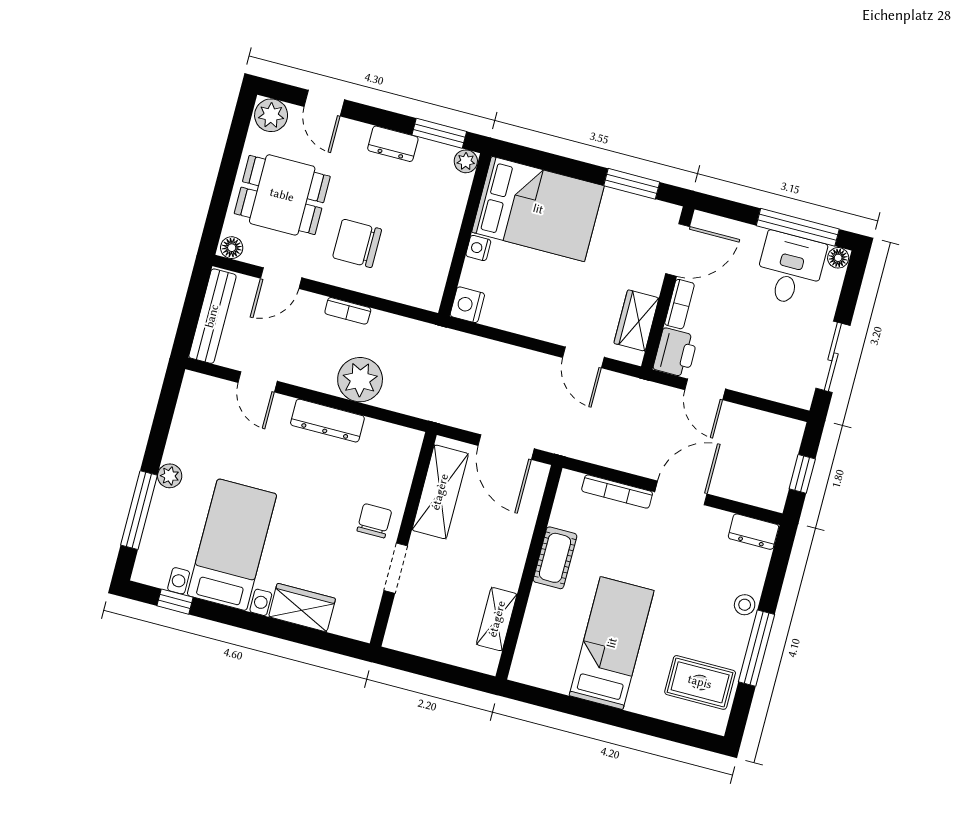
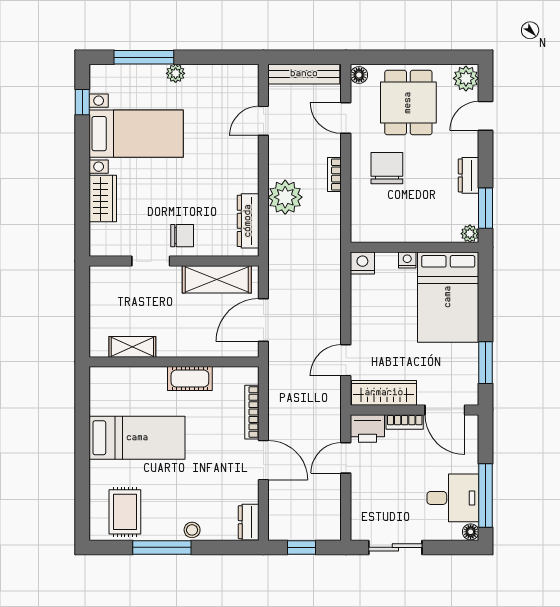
wardrobe: (636, 321) -> (384, 393), width x1.50
dresser: (327, 421) -> (248, 221), moved

